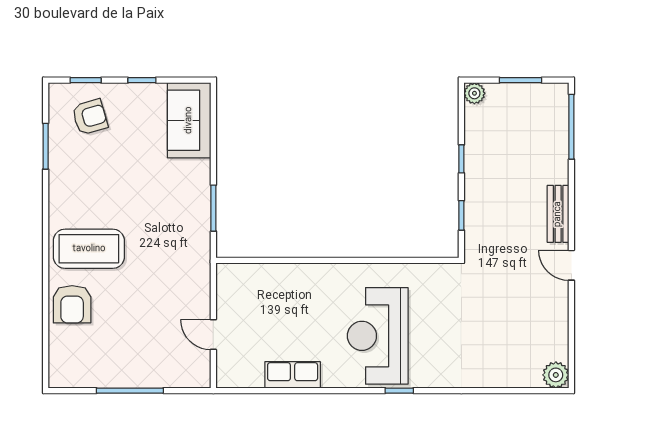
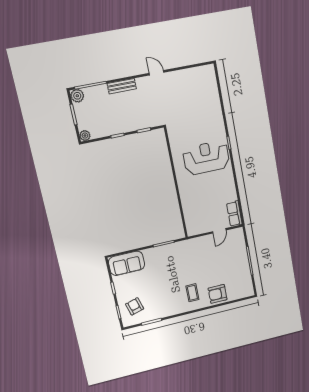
bench: (558, 214) -> (122, 86), moved
coffee table: (89, 249) -> (192, 293), width x0.54, depth x0.58
door: (571, 265) -> (157, 73), swing flipped
armchair: (72, 304) -> (218, 294), turned 180
reception desk: (378, 336) -> (206, 158), turned 180
row of seats: (293, 375) -> (234, 214), moved
plant: (556, 375) -> (77, 96), moved

